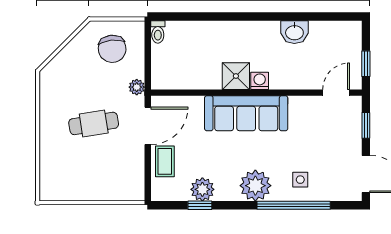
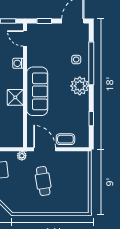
washing machine: (260, 81) -> (18, 63), moved
plant: (202, 189) -> (82, 117), removed

